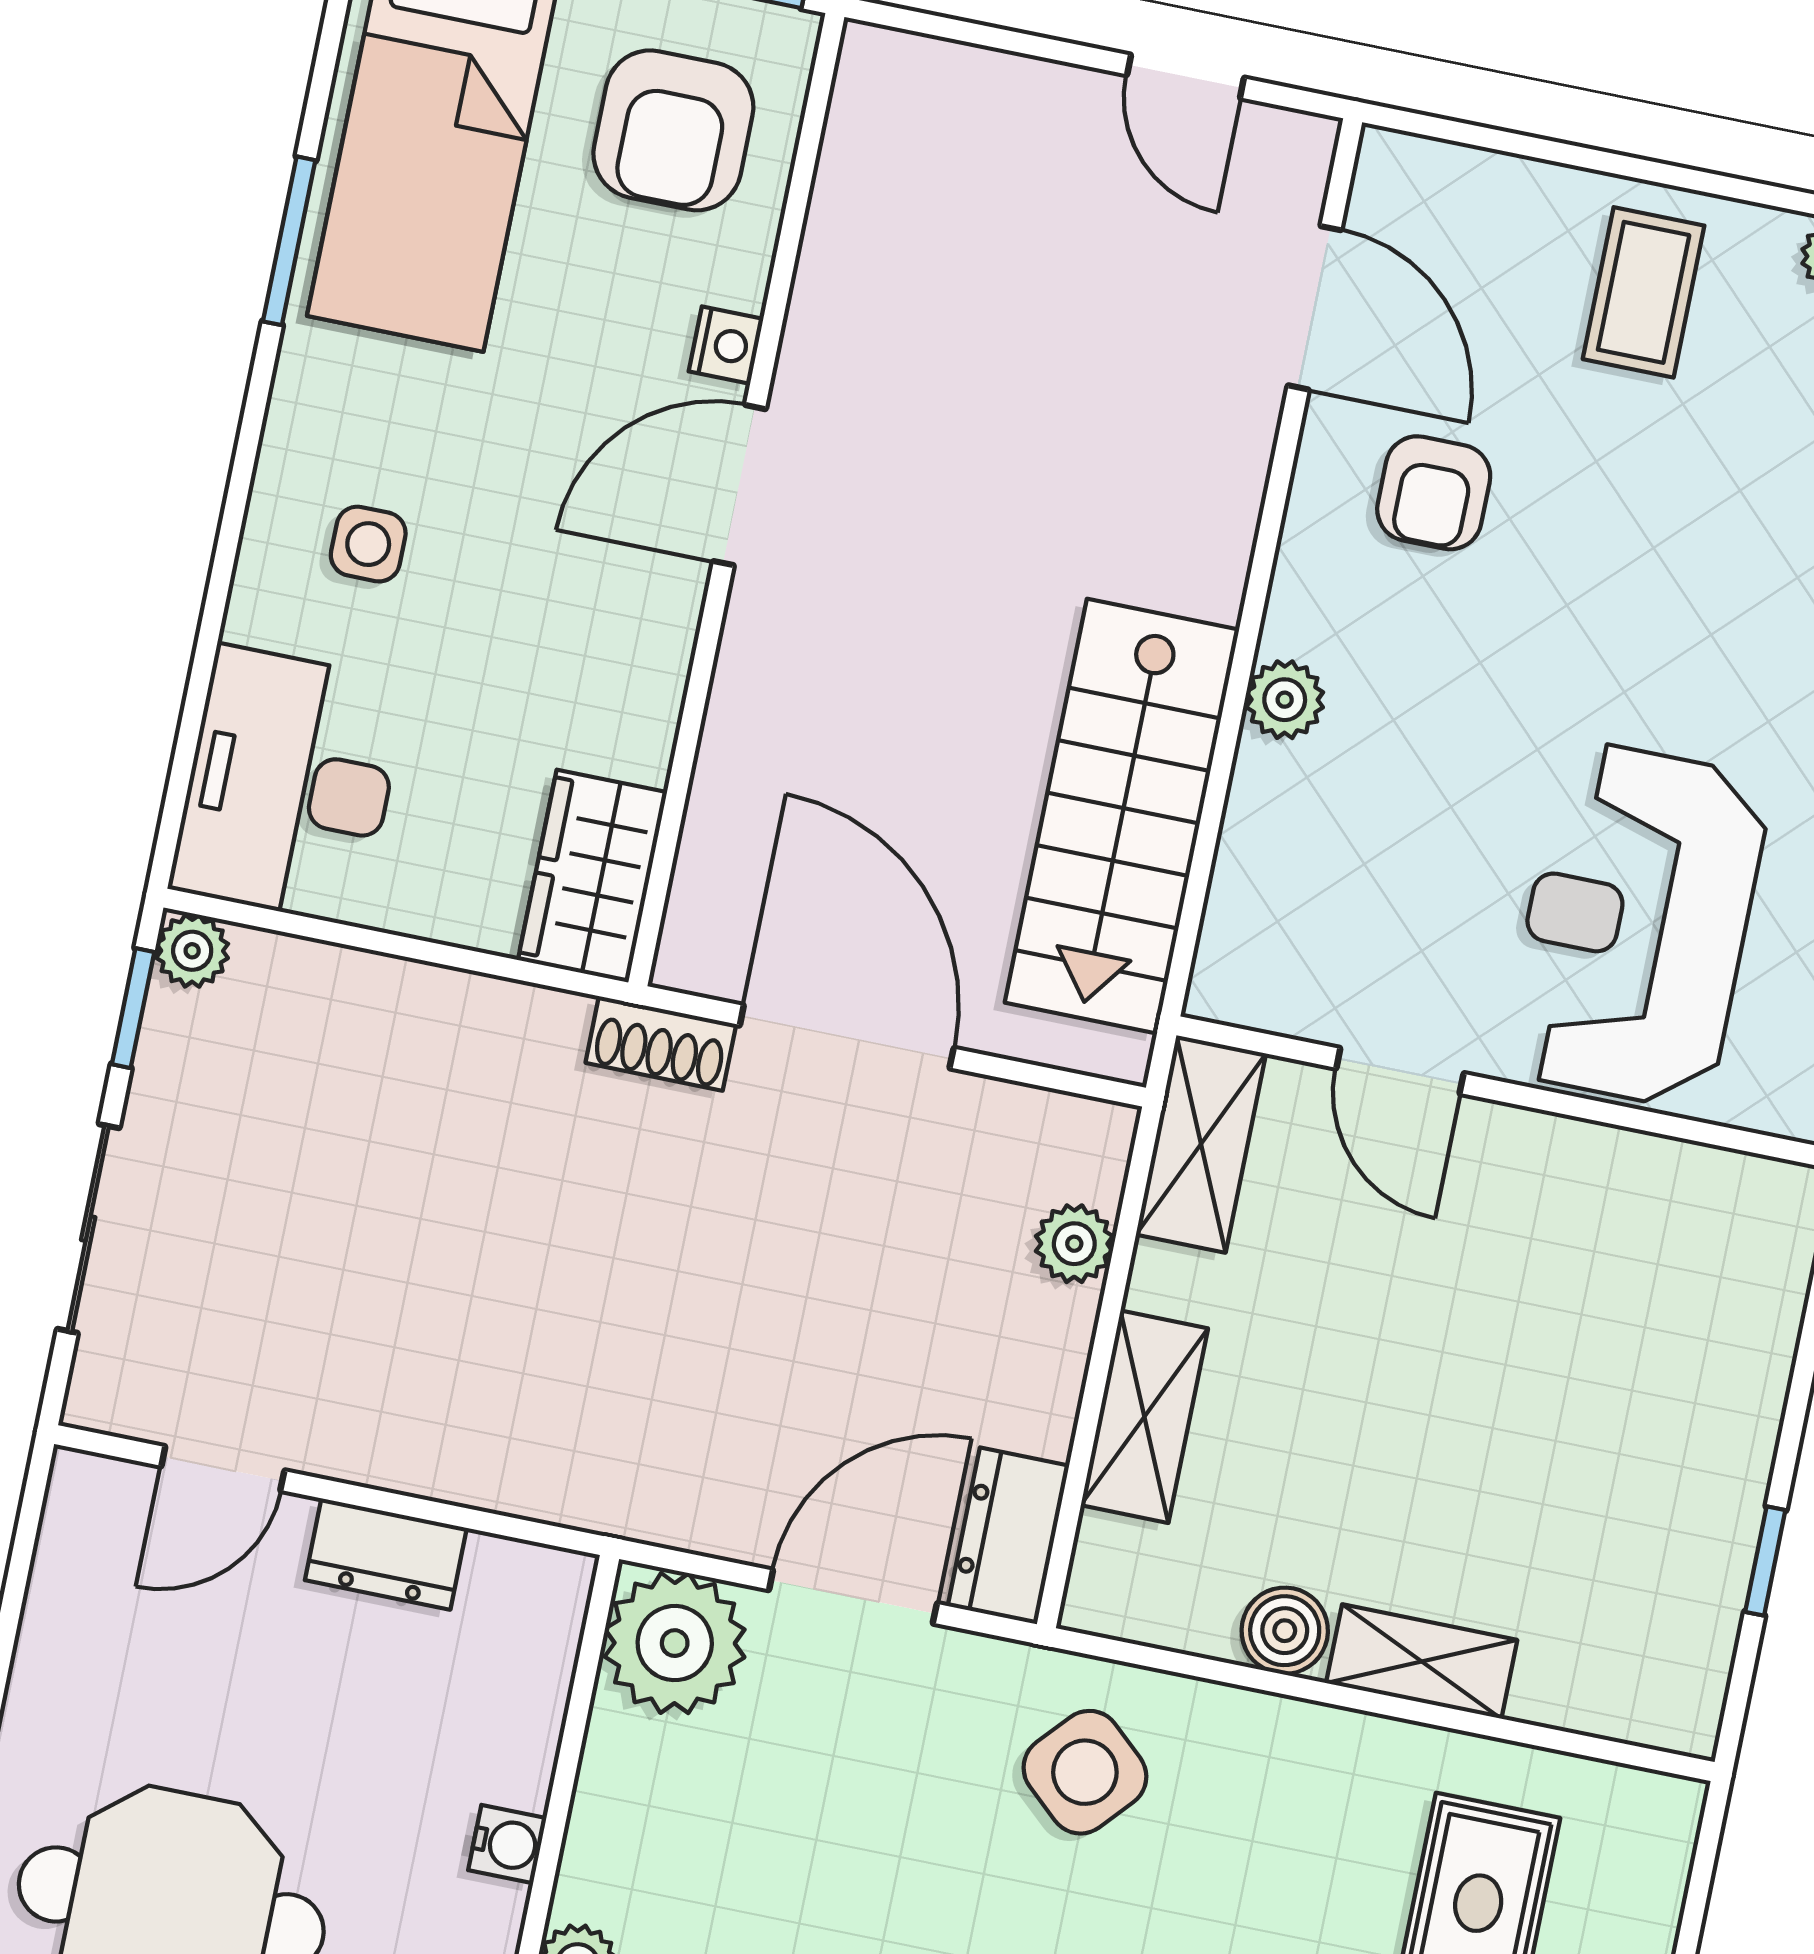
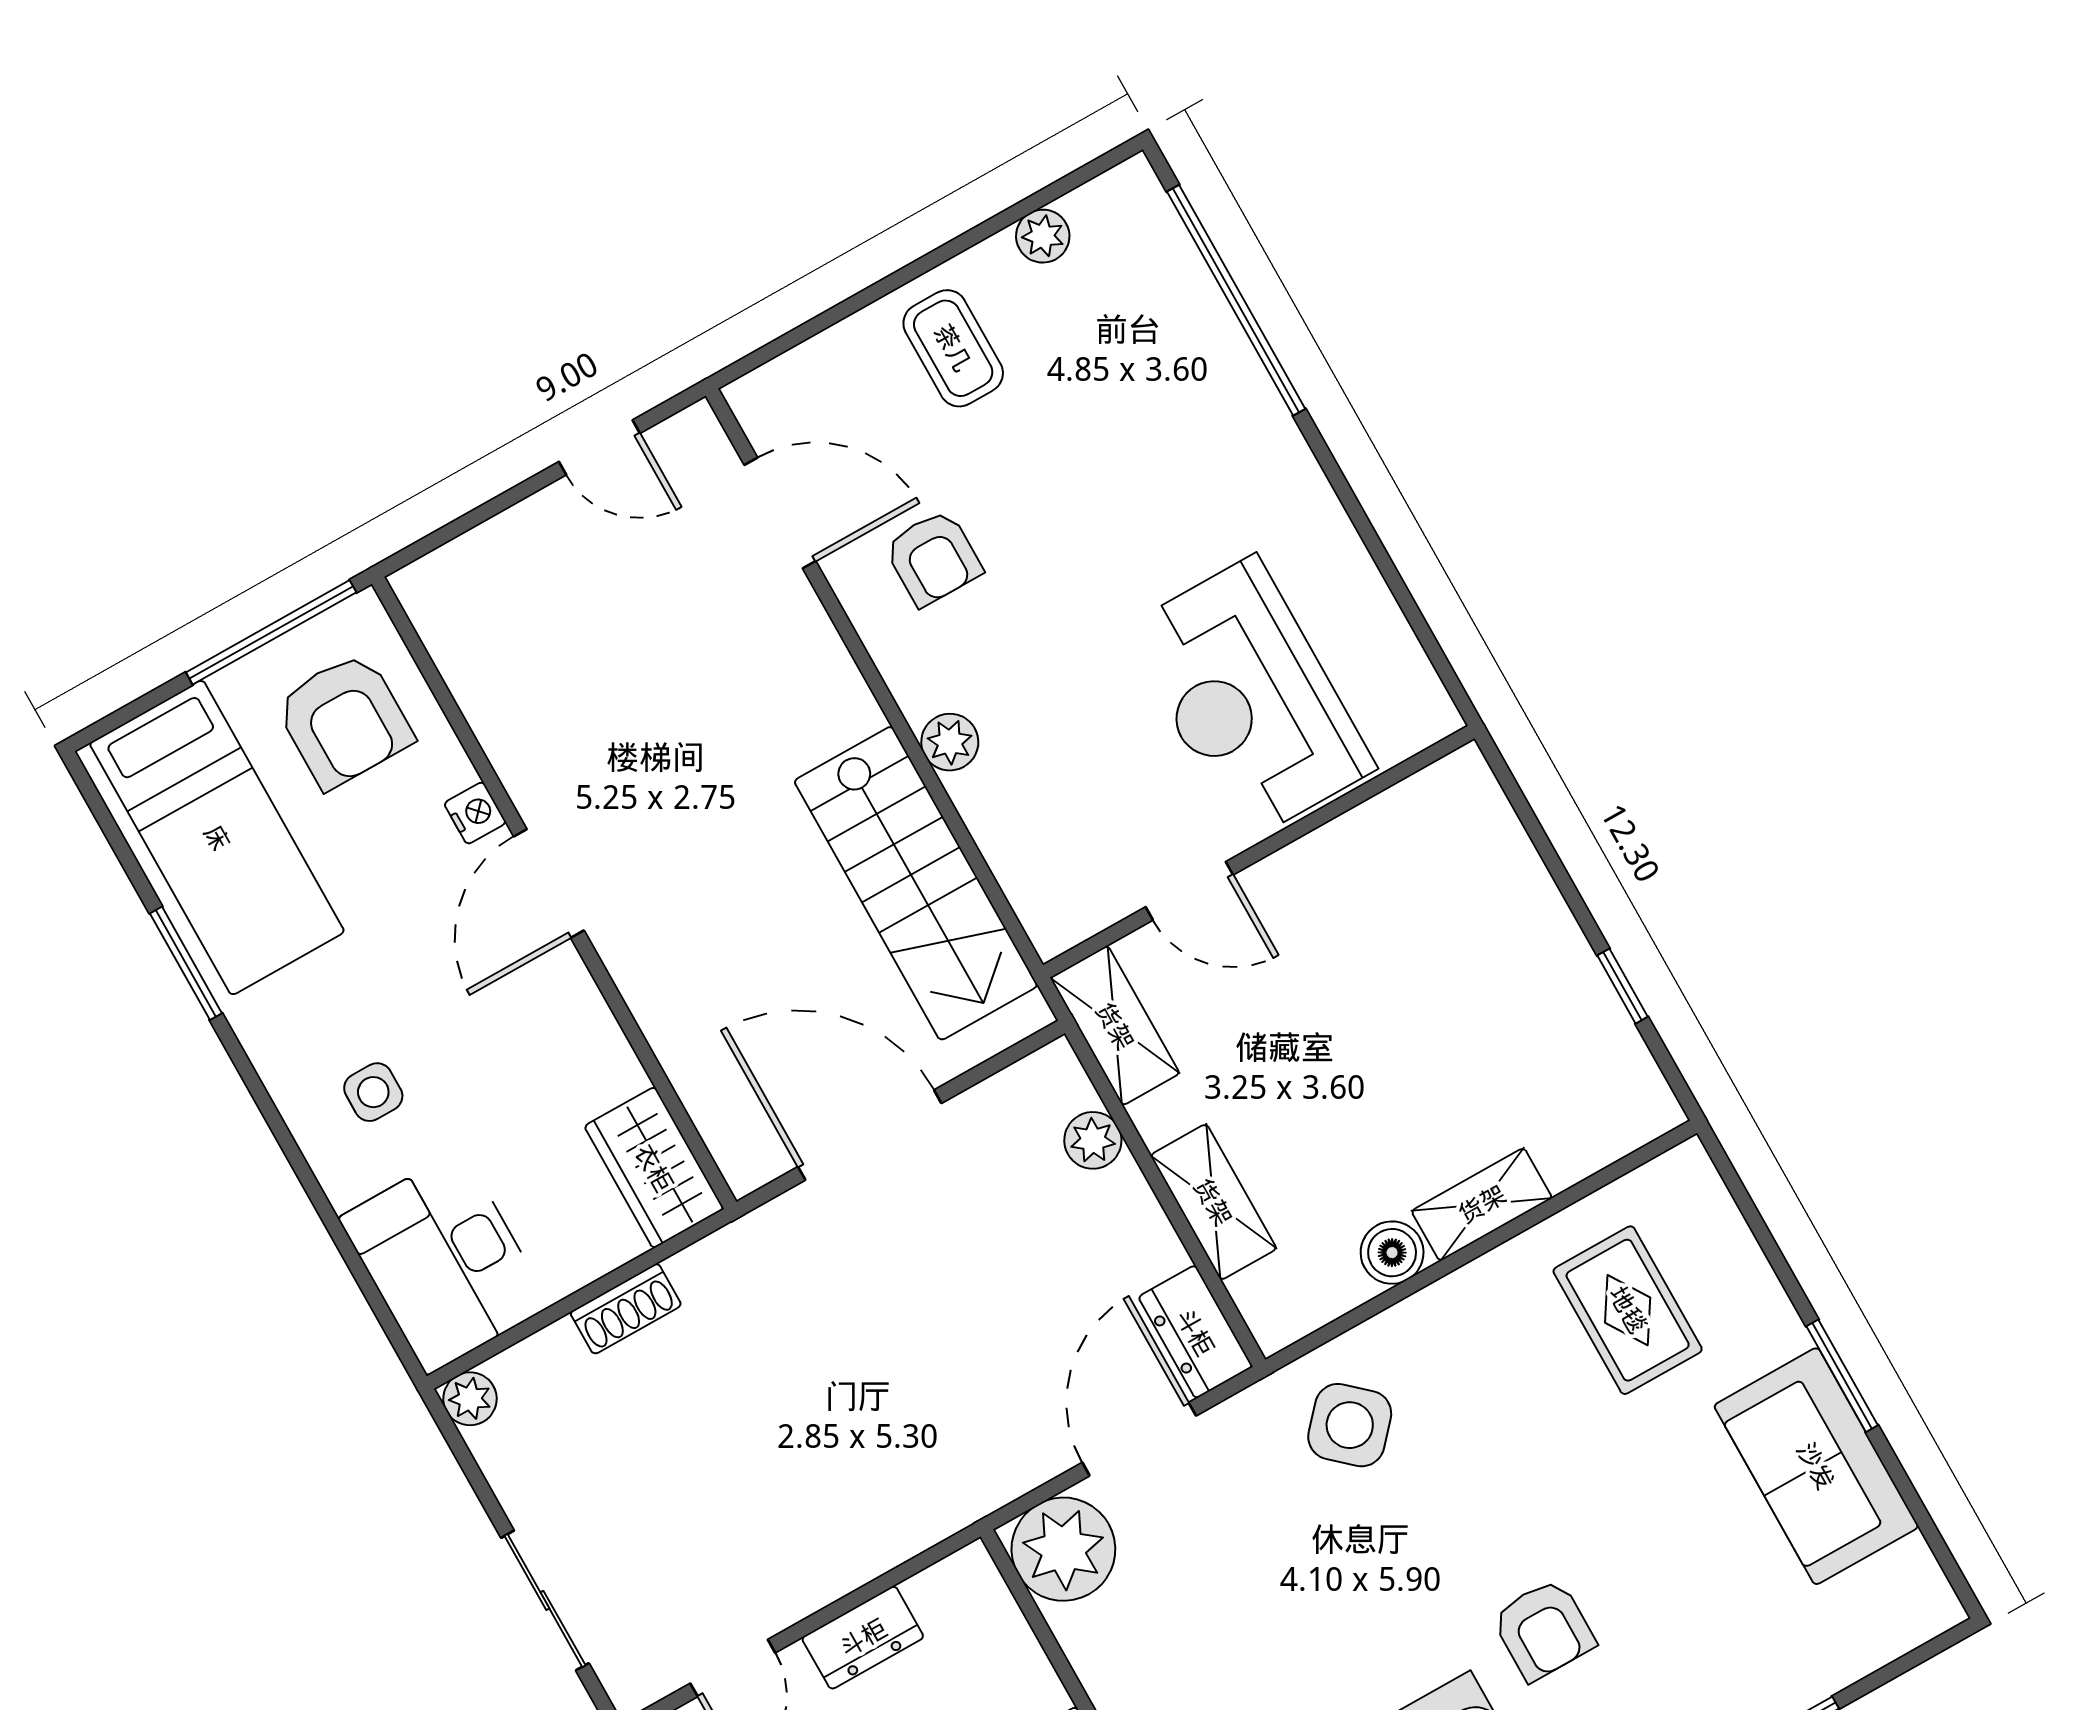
window: (133, 1008) -> (465, 1458), removed
shoe rack: (661, 1043) -> (626, 1309), moved

